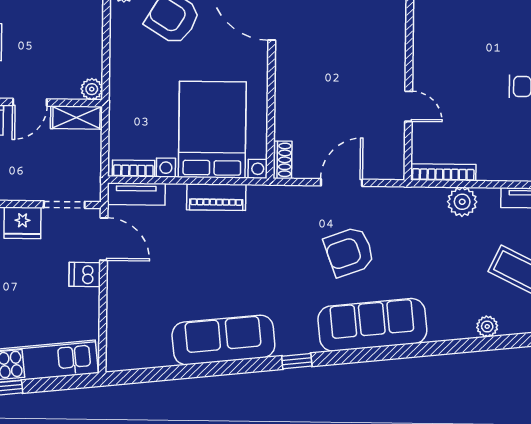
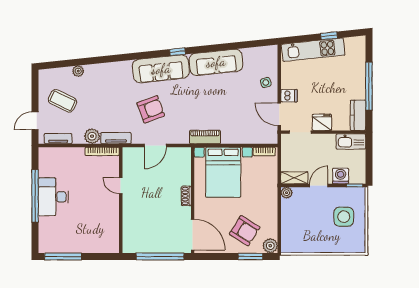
shoe rack: (283, 160) -> (186, 196), moved
tv unit: (136, 194) -> (116, 138), moved
piano: (216, 197) -> (205, 137), moved
side table: (129, 300) -> (266, 82), added
sofa: (372, 325) -> (161, 69), moved

